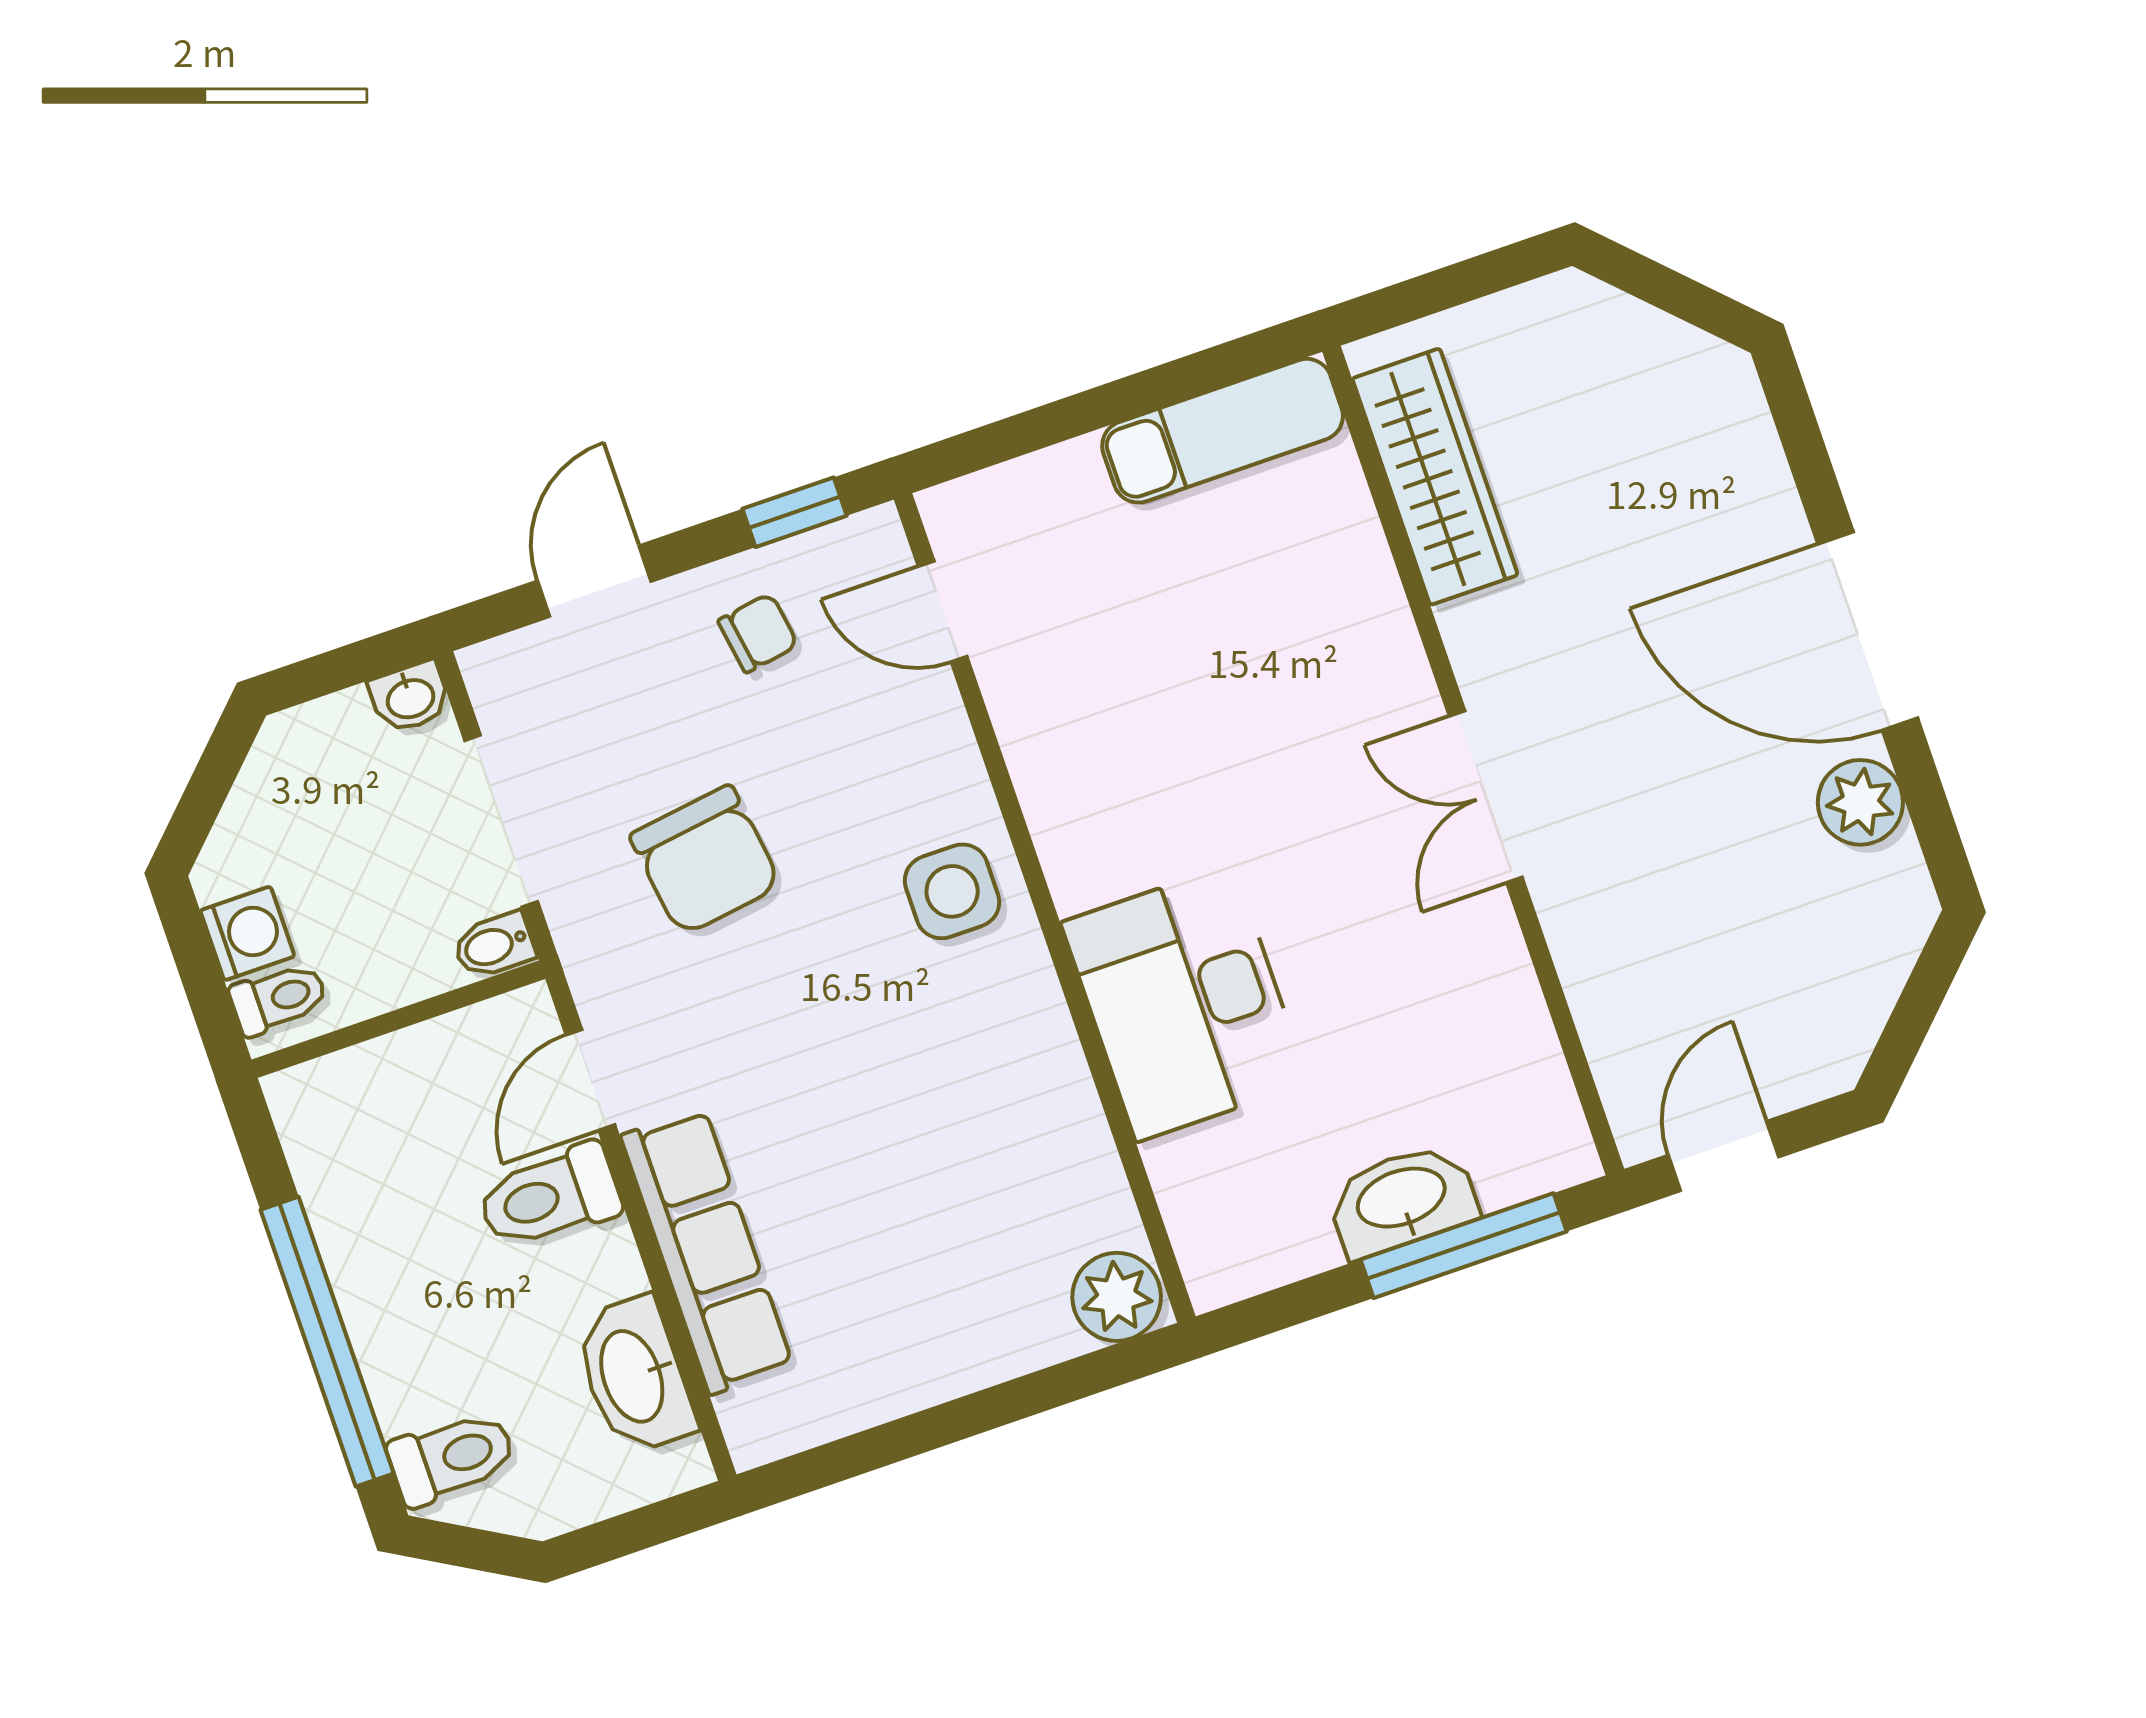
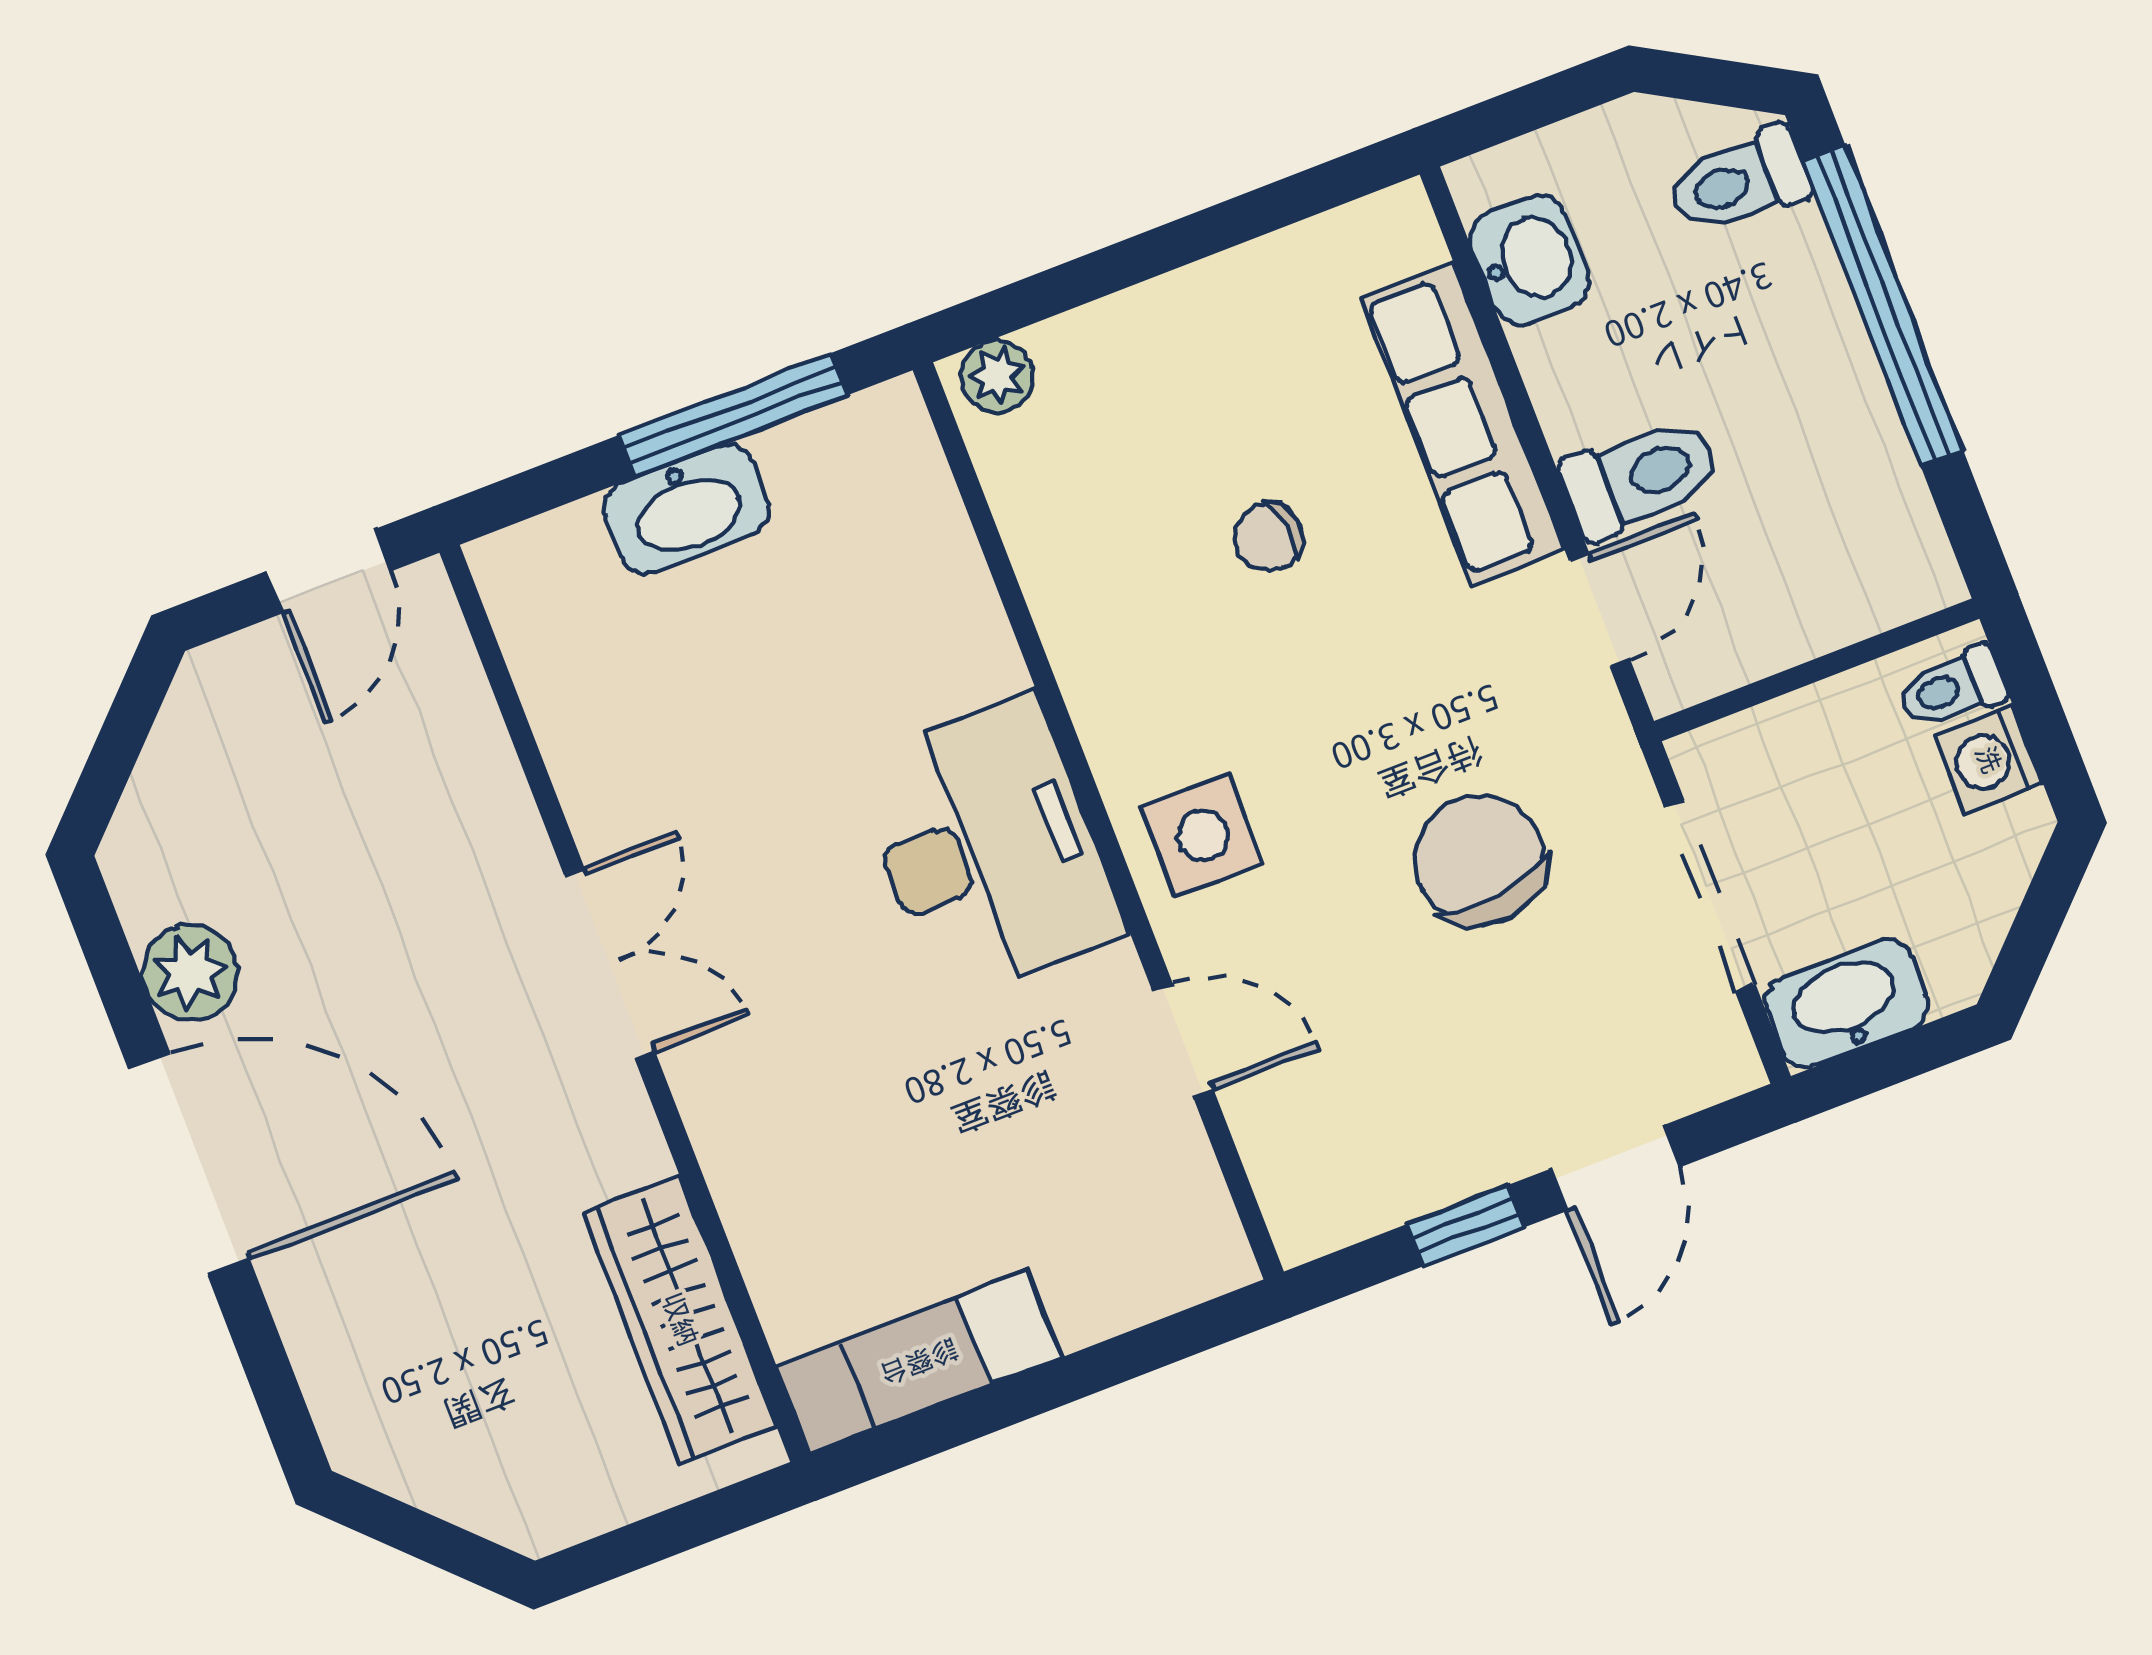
window: (795, 512) -> (1466, 1226), moved
door: (943, 611) -> (1183, 1041), moved
chair: (758, 633) -> (1268, 537), moved
washbasin: (410, 697) -> (1846, 1004), width x1.91, depth x1.45
bidet: (494, 945) -> (1713, 756), removed
desk: (1185, 1003) -> (987, 848), moved
window: (1464, 1246) -> (733, 415), moved
plant: (1117, 1297) -> (997, 376), width x0.73, depth x0.73
washbasin: (634, 1375) -> (1530, 260), width x0.72

